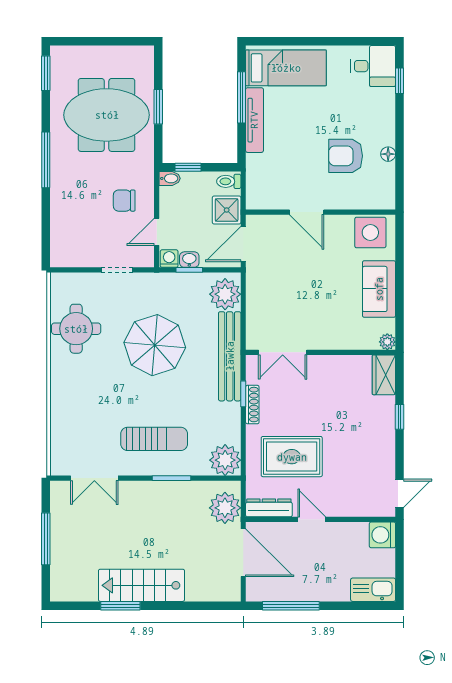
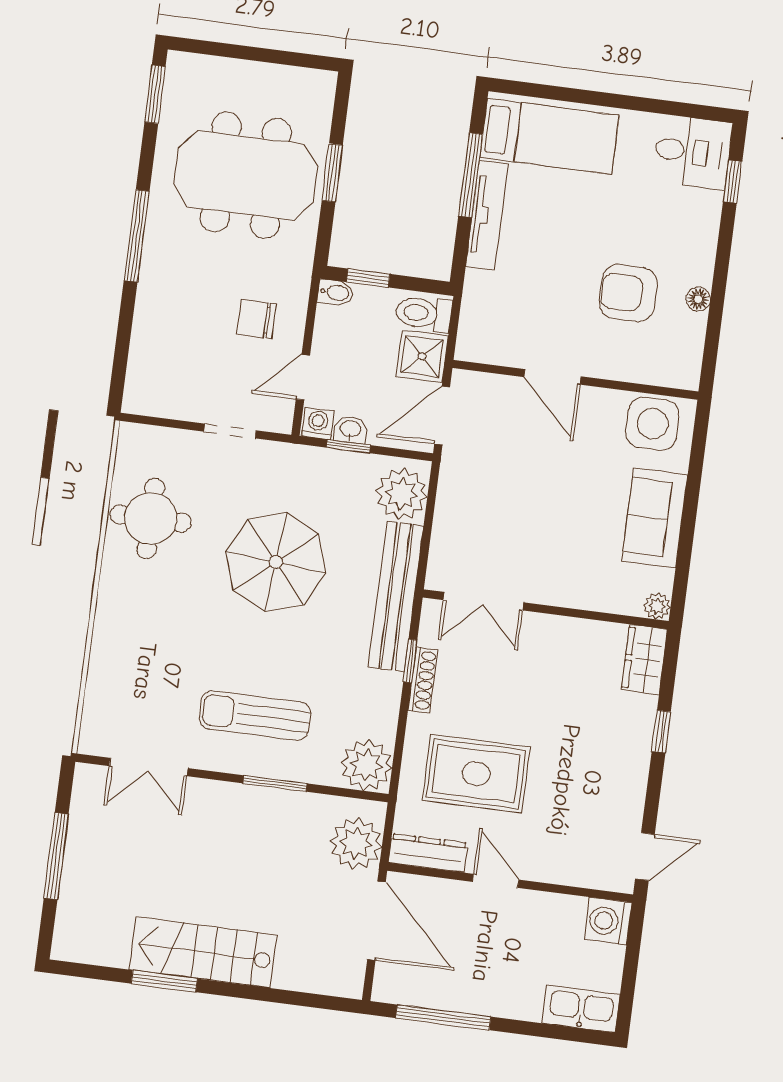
toilet: (229, 181) -> (424, 313), width x1.37, depth x1.39
sun lounger: (154, 439) -> (255, 715), turned 180

